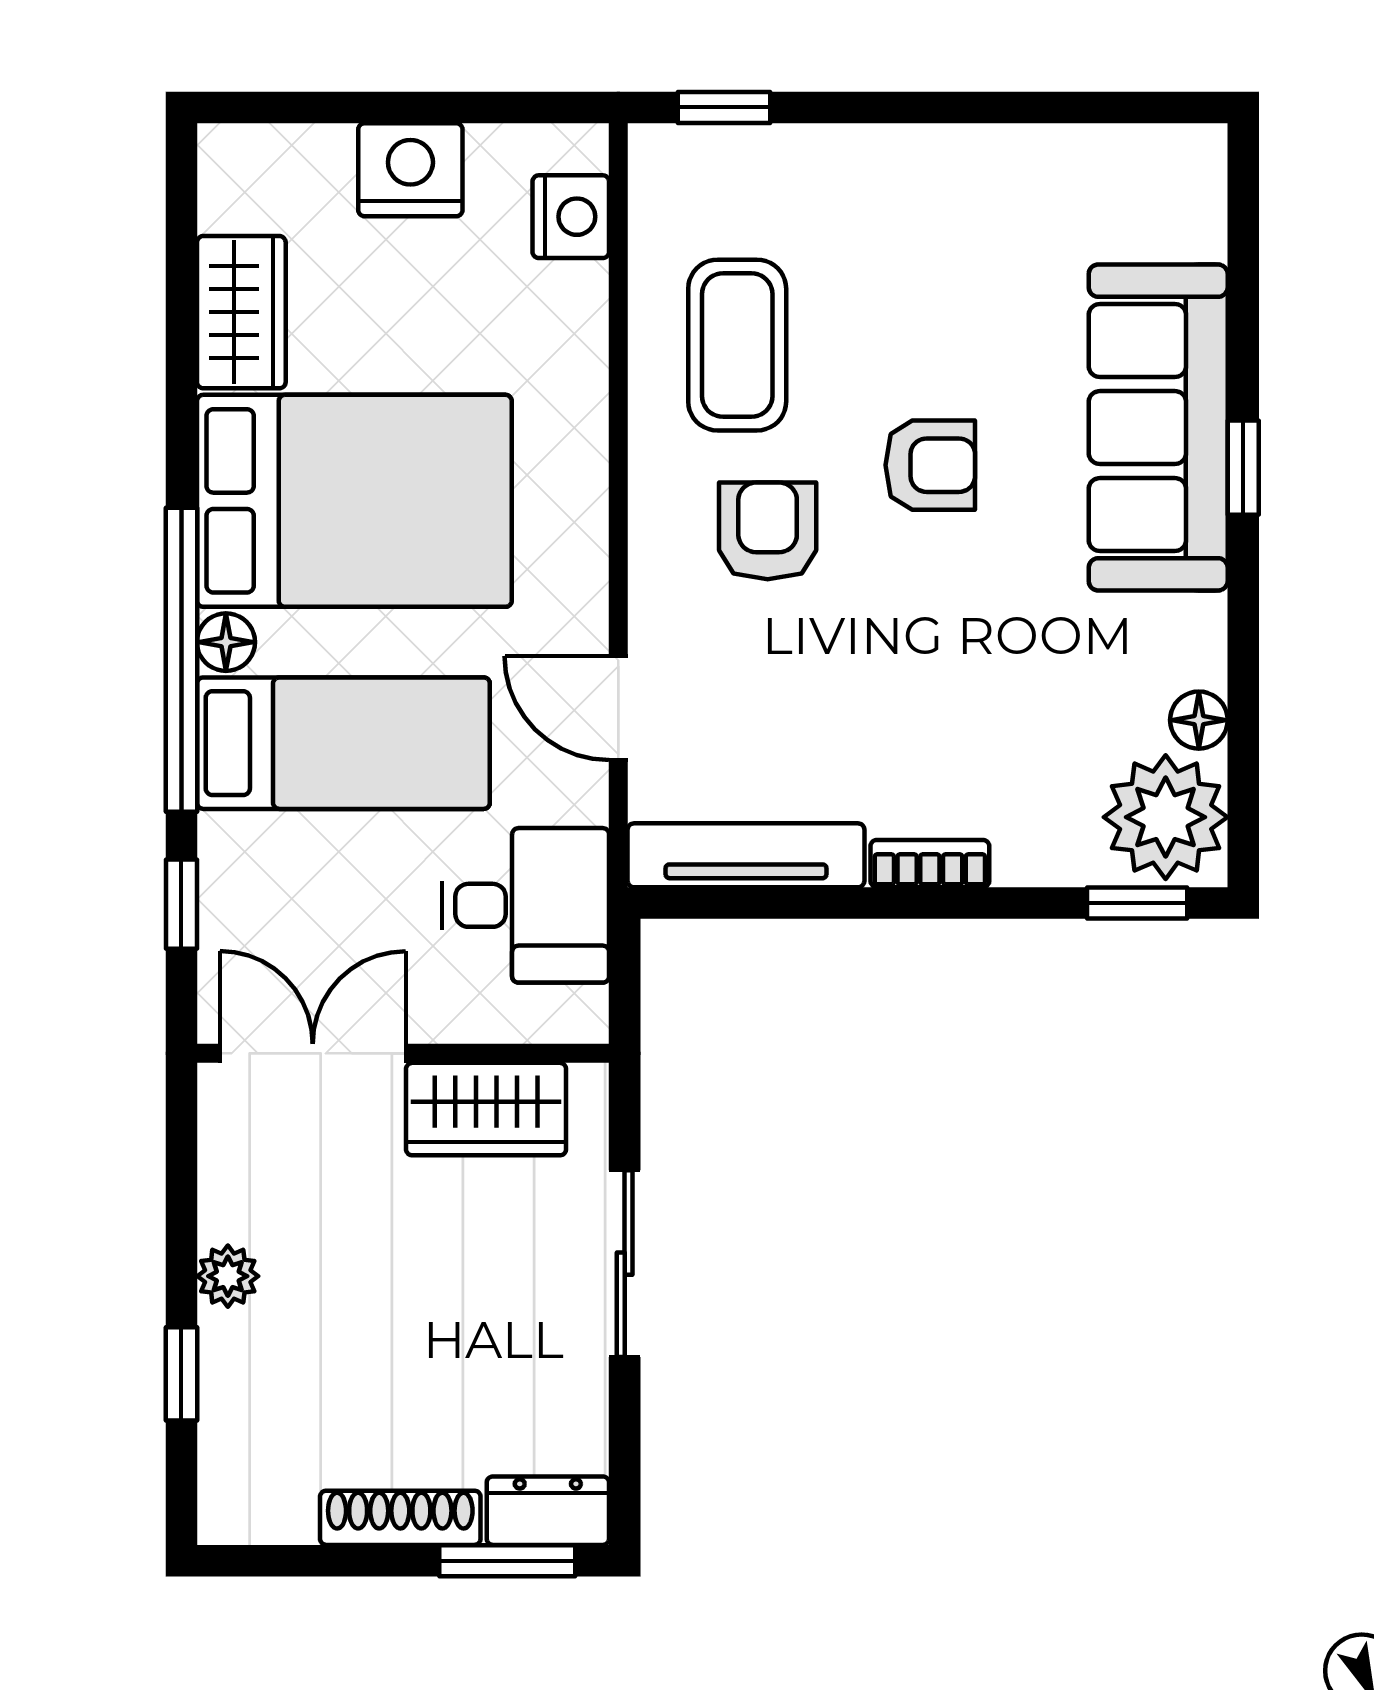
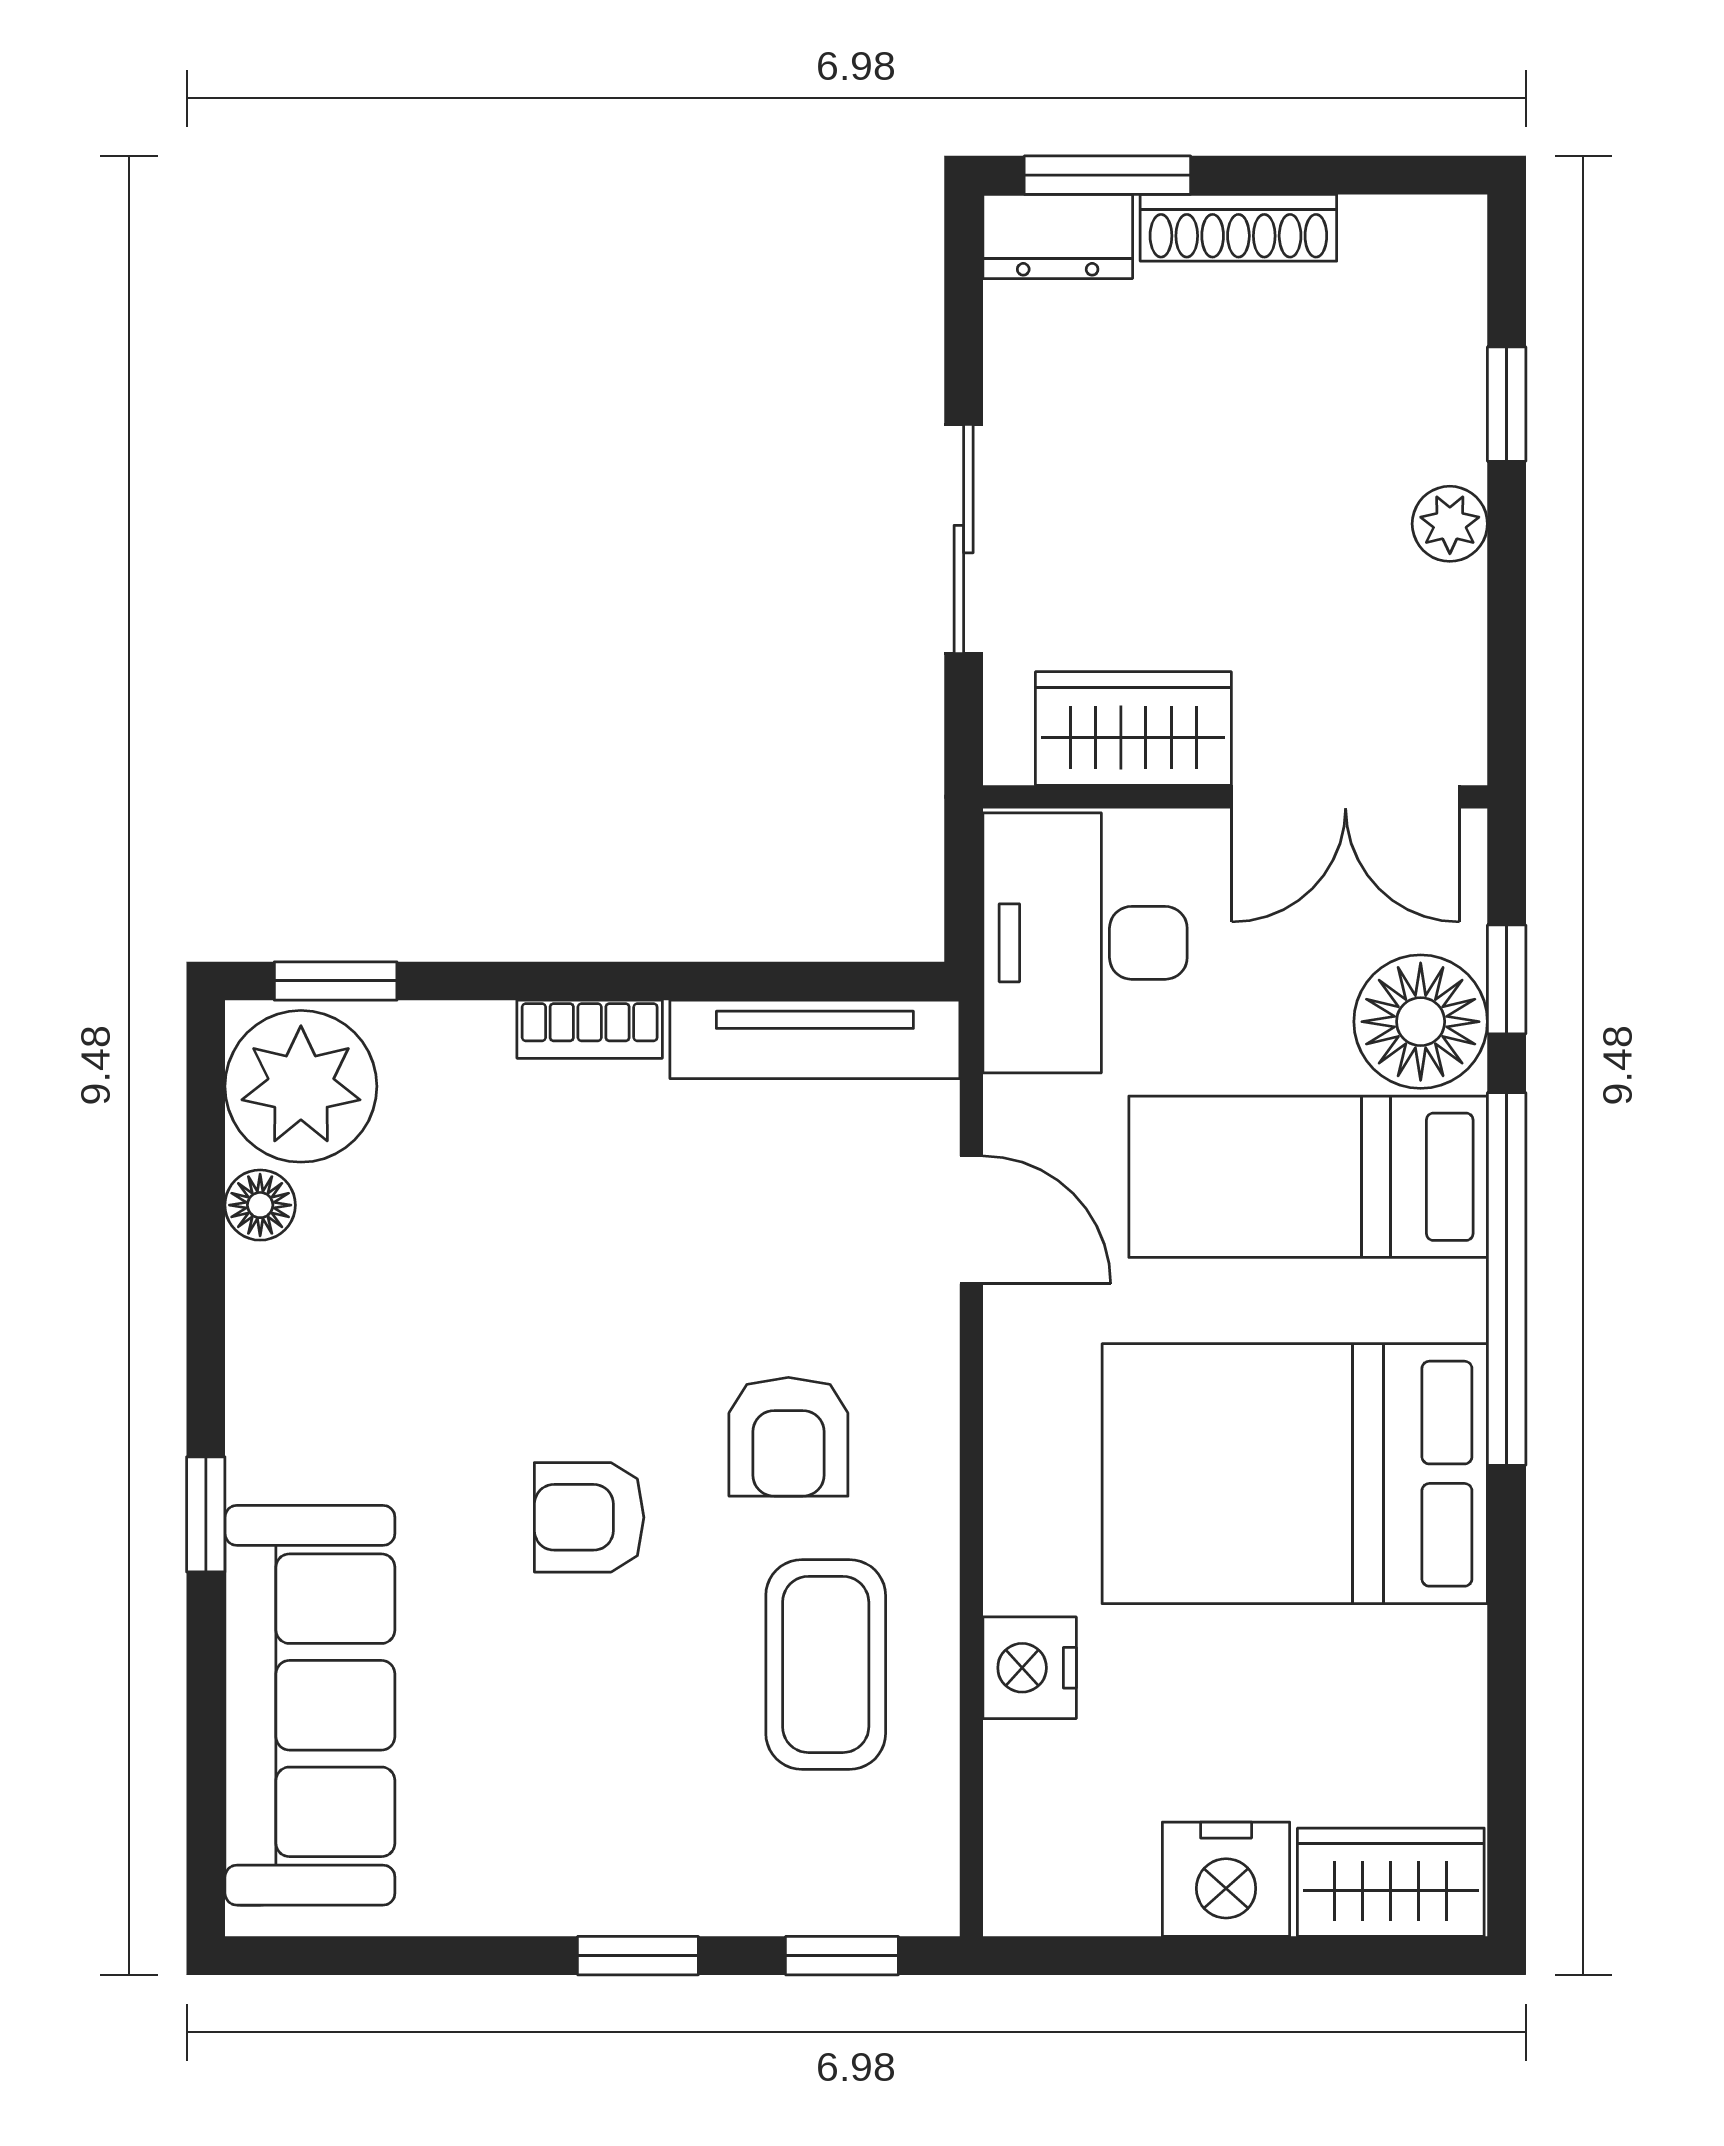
window: (890, 107) -> (638, 1956), added
nightstand: (571, 217) -> (1030, 1668), moved
wardrobe: (241, 312) -> (1391, 1882), moved, turned 90
sofa: (1158, 428) -> (310, 1705), moved
floor lamp: (226, 642) -> (1421, 1022), moved, width x1.89, depth x1.89
desk: (526, 905) -> (1085, 943), width x1.37

